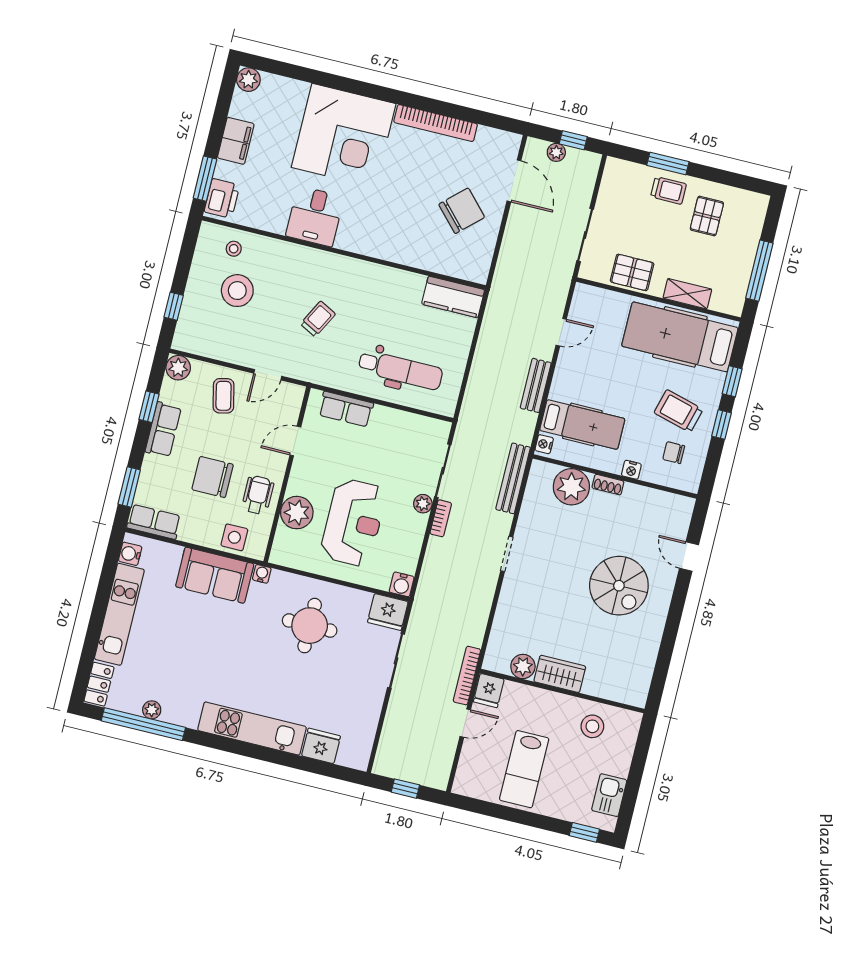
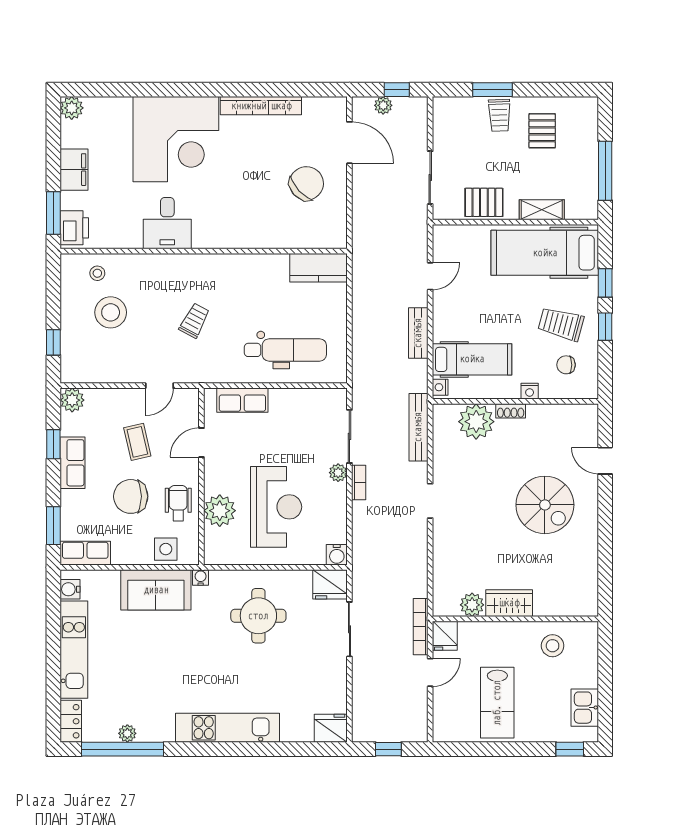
trolley: (668, 190) -> (499, 115), turned 88
coffee table: (224, 396) -> (137, 442), moved
fridge: (321, 746) -> (331, 728), moved

